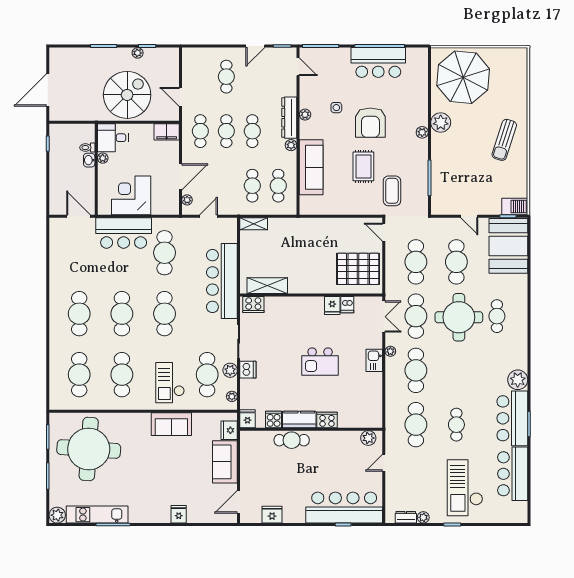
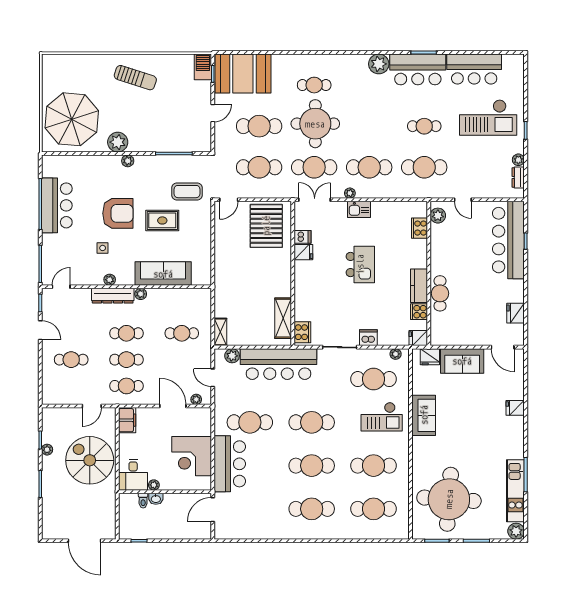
cafe table: (278, 186) -> (182, 307), removed
plant: (230, 370) -> (232, 356), moved
cooker: (327, 420) -> (420, 228), moved

